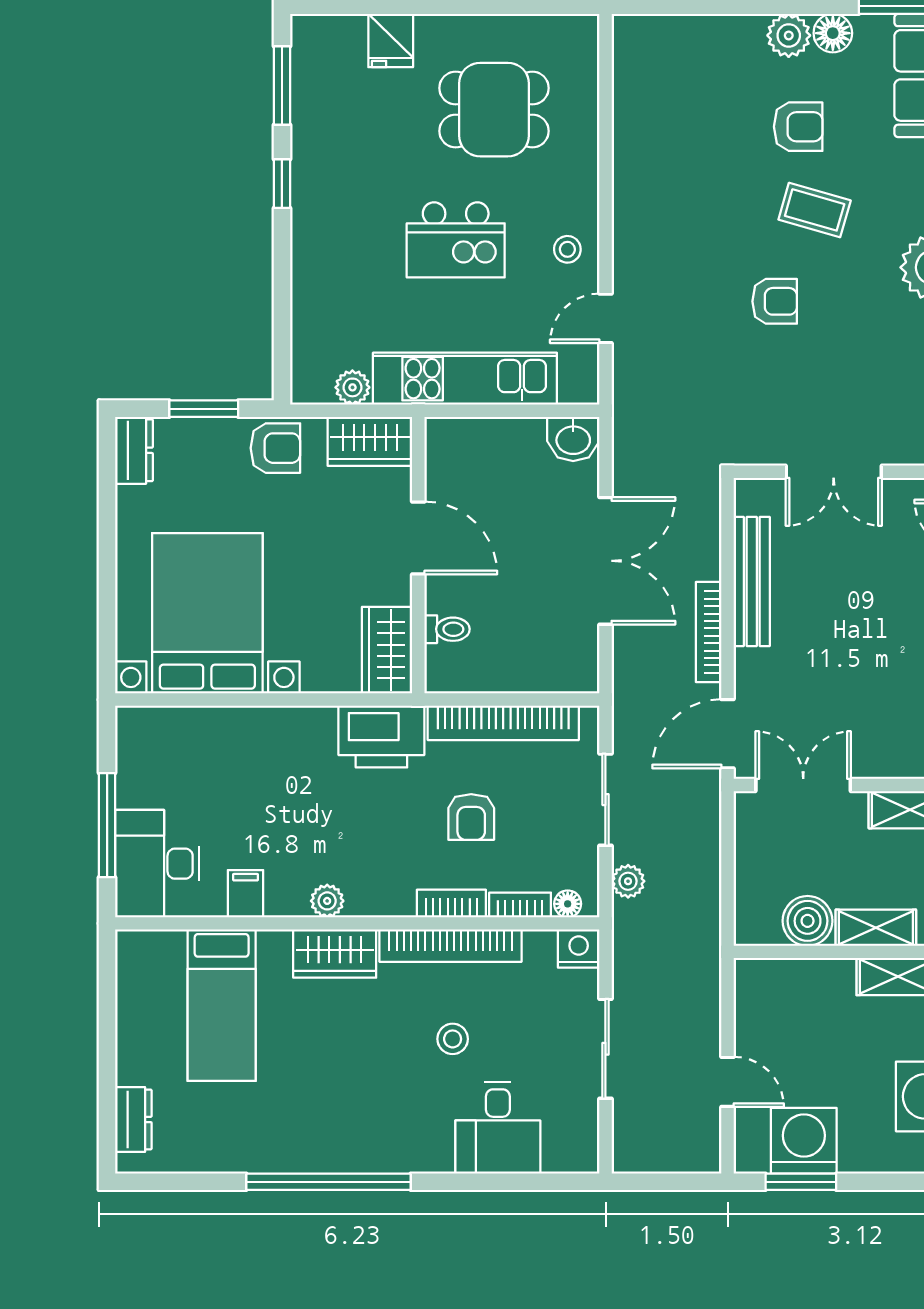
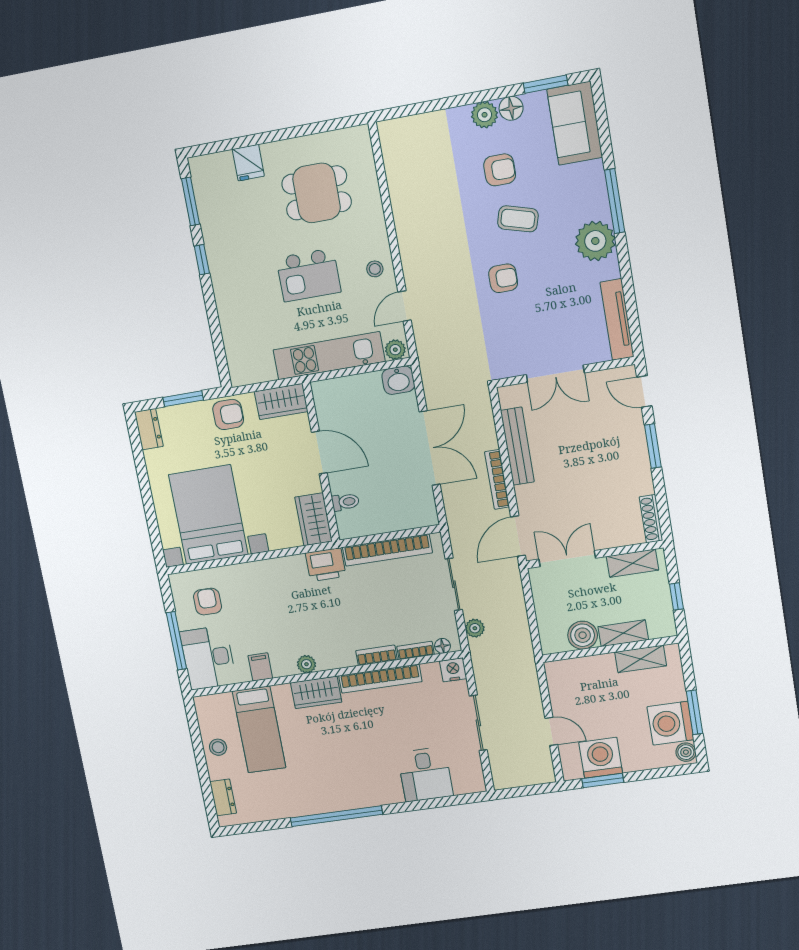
plant: (352, 387) -> (395, 350), moved
printer: (381, 737) -> (326, 565), width x0.73, depth x0.84
armchair: (471, 817) -> (208, 602), moved, turned 180
stool: (453, 1039) -> (218, 747), moved

